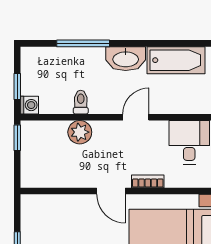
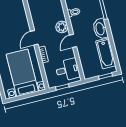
door: (136, 117) -> (73, 41), swing flipped
plant: (80, 132) -> (62, 27), moved

